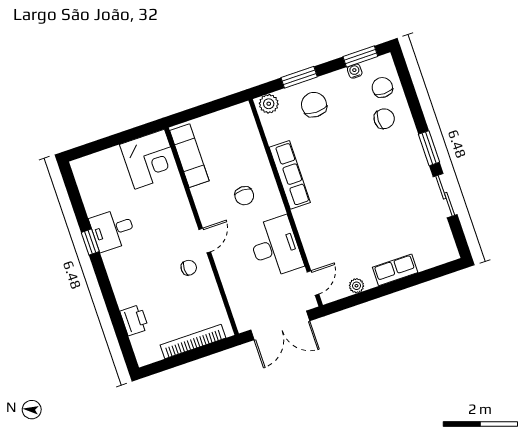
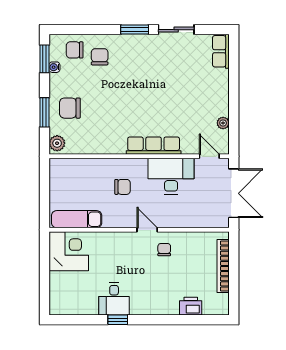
row of seats: (290, 175) -> (154, 146), moved
row of seats: (395, 270) -> (221, 51), moved

